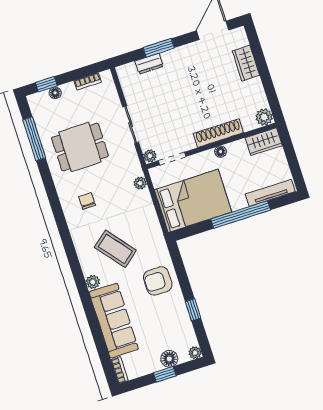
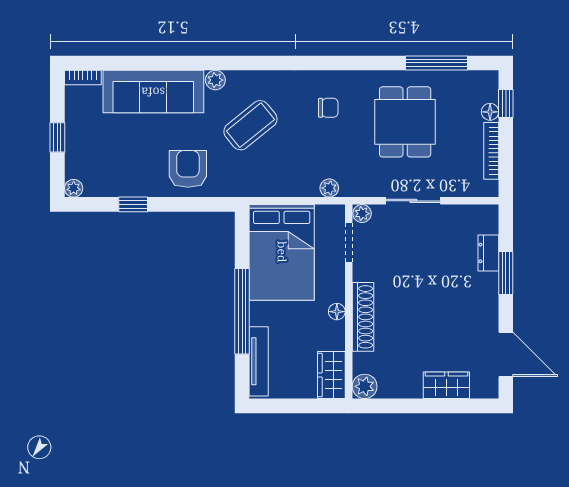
bookcase: (88, 81) -> (491, 151), width x1.56
floor lamp: (169, 359) -> (77, 150), removed

